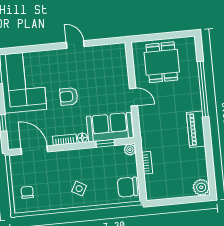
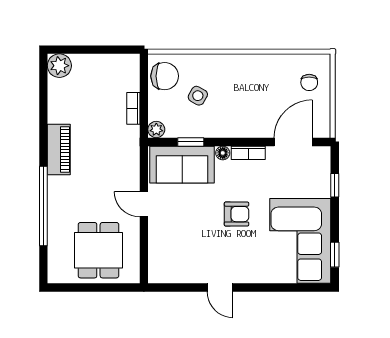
door: (34, 150) -> (293, 142), swing flipped
side table: (79, 189) -> (198, 96), moved

